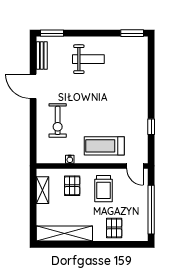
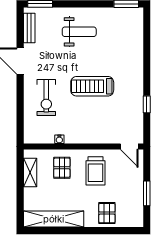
treadmill: (104, 146) -> (92, 86), moved
window: (151, 210) -> (147, 193), width x0.47

